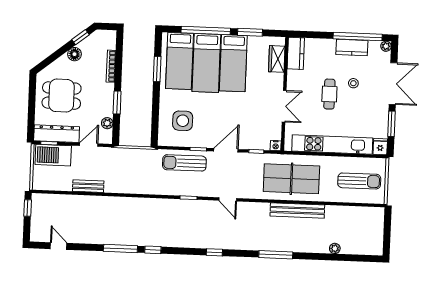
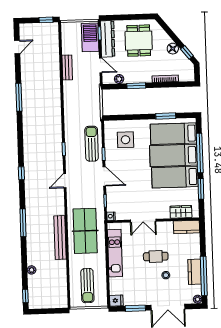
kitchen unit: (332, 145) -> (115, 253), width x0.73
window: (153, 250) -> (25, 296), moved

